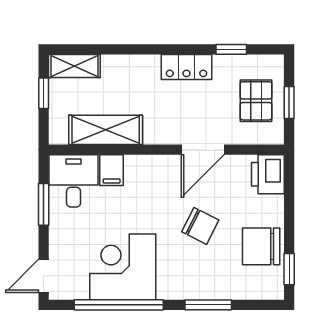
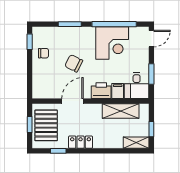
pallet: (256, 101) -> (46, 125), width x1.50, depth x1.42
printer: (268, 174) -> (101, 91), moved, turned -90
chair: (261, 246) -> (44, 53), width x0.54, depth x0.54

